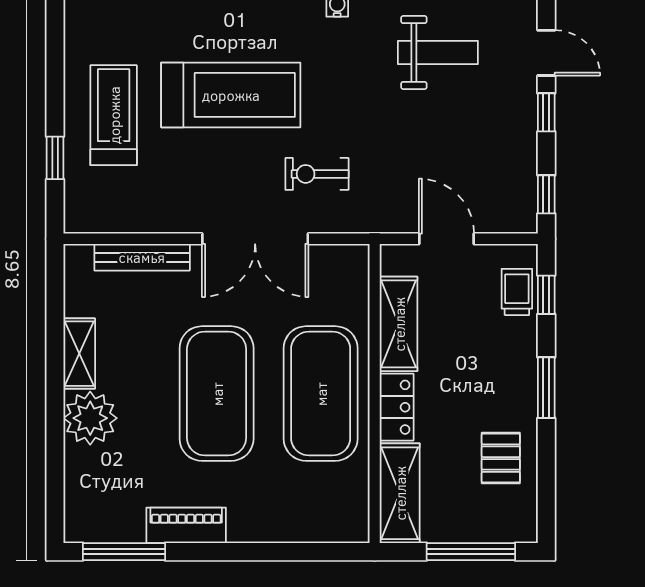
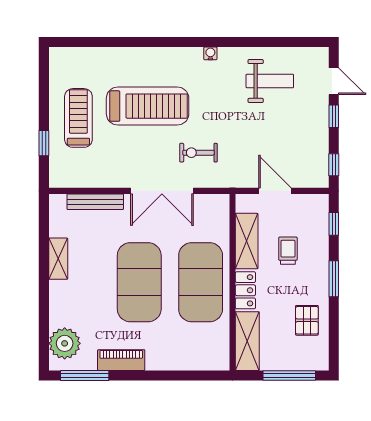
trolley: (517, 292) -> (288, 251), moved
plant: (90, 418) -> (65, 343), moved

